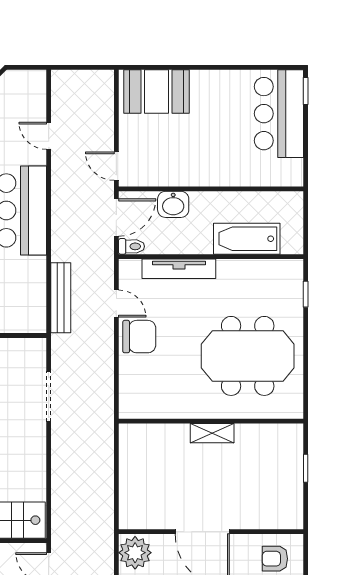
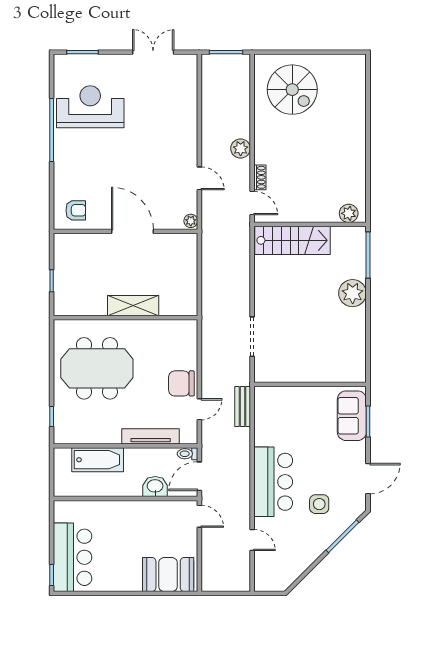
bench: (61, 298) -> (243, 406), width x0.73
door: (116, 304) -> (199, 409), swing flipped
shelving: (212, 433) -> (133, 306), width x1.50, depth x1.33
plant: (135, 553) -> (191, 221), width x0.53, depth x0.53

